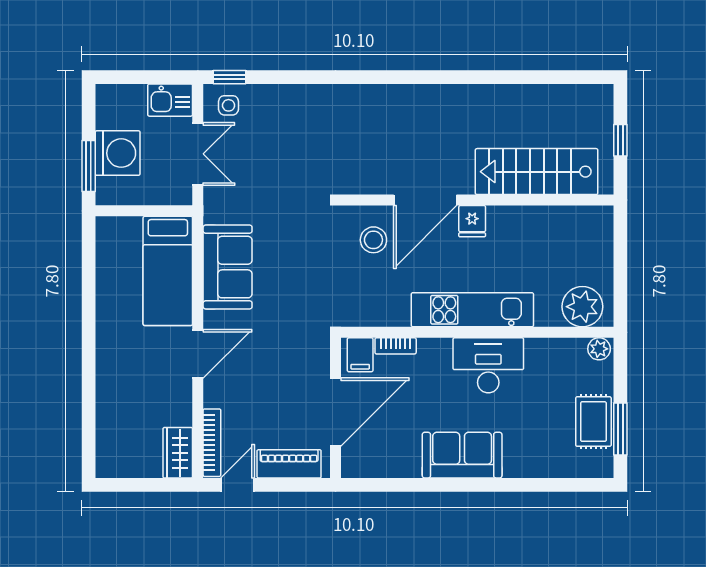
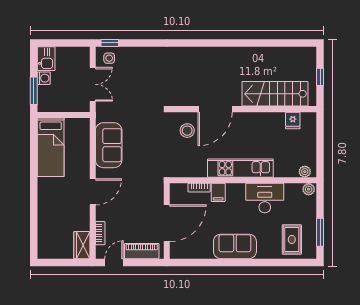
kitchen sink: (170, 100) -> (46, 59), moved, turned -90
washing machine: (118, 153) -> (44, 78), width x0.53, depth x0.53
fridge: (472, 221) -> (293, 120), moved
bed: (168, 271) -> (51, 147), moved
plant: (582, 307) -> (305, 172), width x0.53, depth x0.53
filing cabinet: (360, 355) -> (218, 192), moved
desk: (488, 365) -> (265, 198), moved
rug: (593, 422) -> (292, 239), moved
bookcase: (212, 443) -> (100, 233), width x0.64

